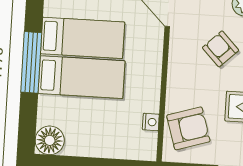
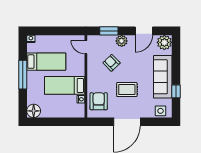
bed: (82, 77) -> (65, 85), moved, turned 180
armchair: (188, 128) -> (99, 101), turned -73

